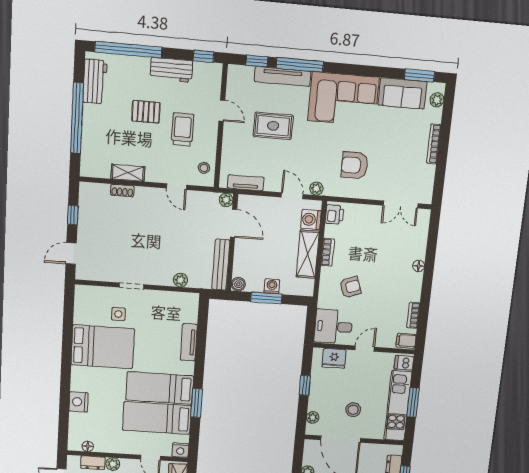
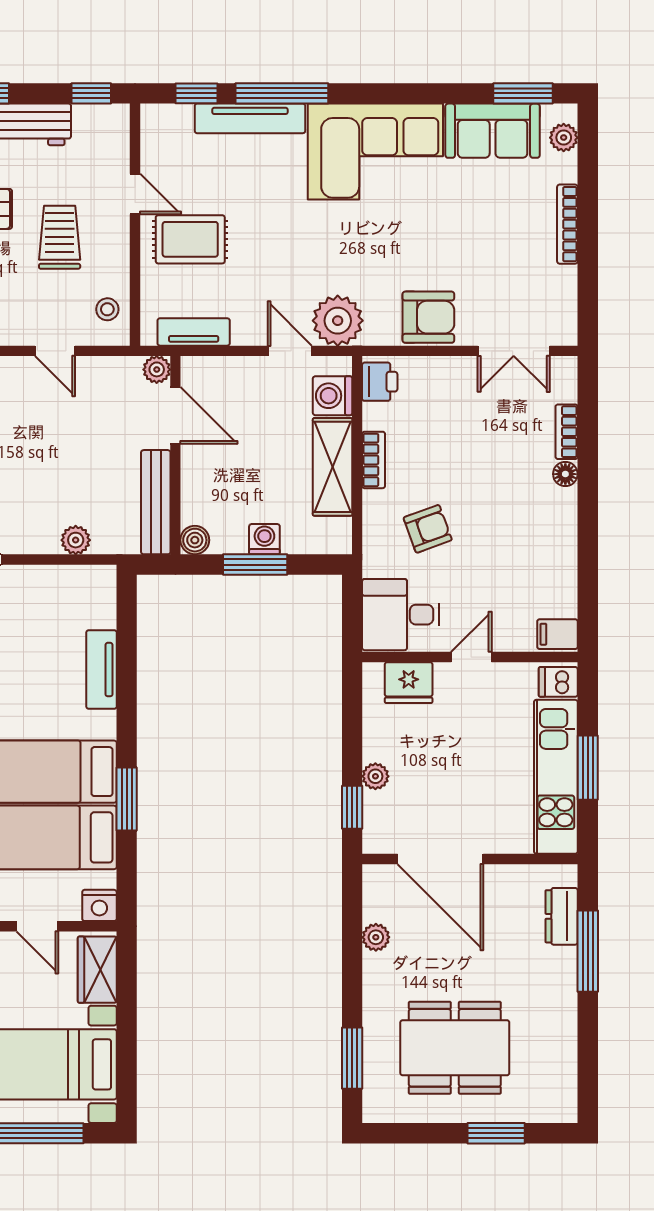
rug: (273, 126) -> (190, 239), moved
armchair: (354, 165) -> (428, 317), moved, turned 180
plant: (316, 189) -> (338, 321), width x1.88, depth x1.88
bookcase: (413, 315) -> (567, 432), moved
window: (305, 385) -> (352, 807), moved
stool: (353, 410) -> (461, 792), removed
plant: (313, 417) -> (375, 776), moved

